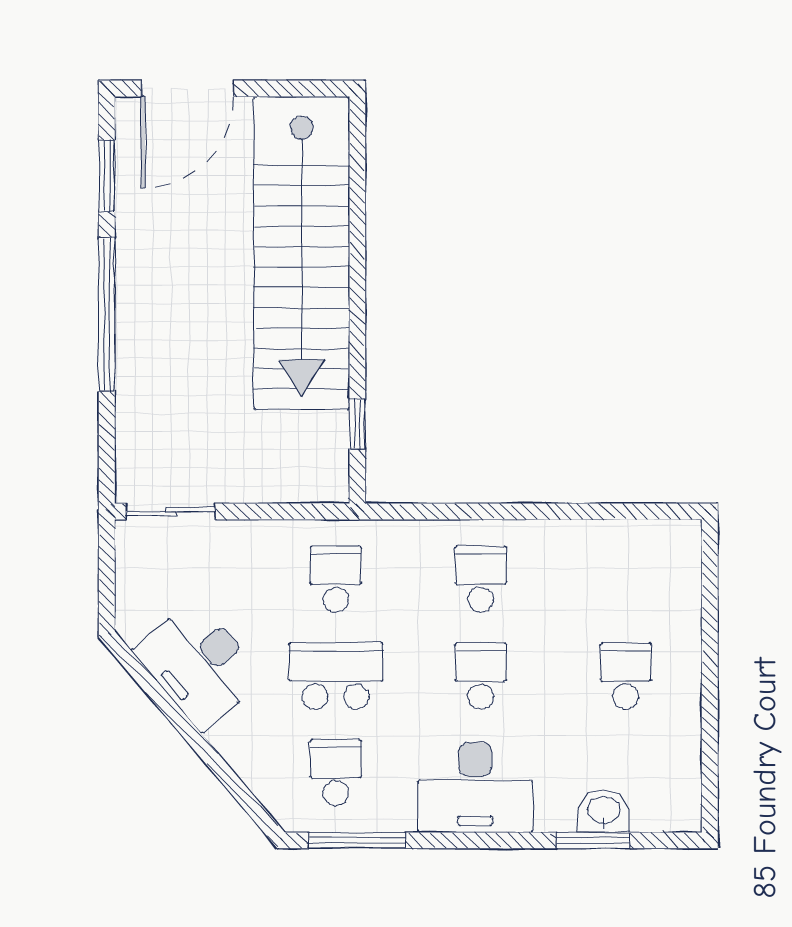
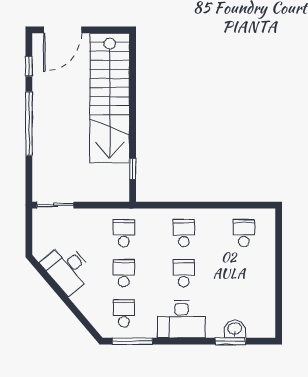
window: (107, 176) -> (29, 66), width x0.67
school desk: (336, 676) -> (124, 273), width x0.54
school desk: (626, 676) -> (244, 233), moved

